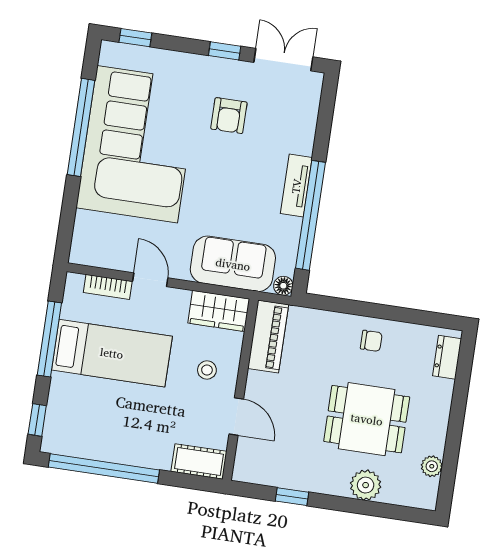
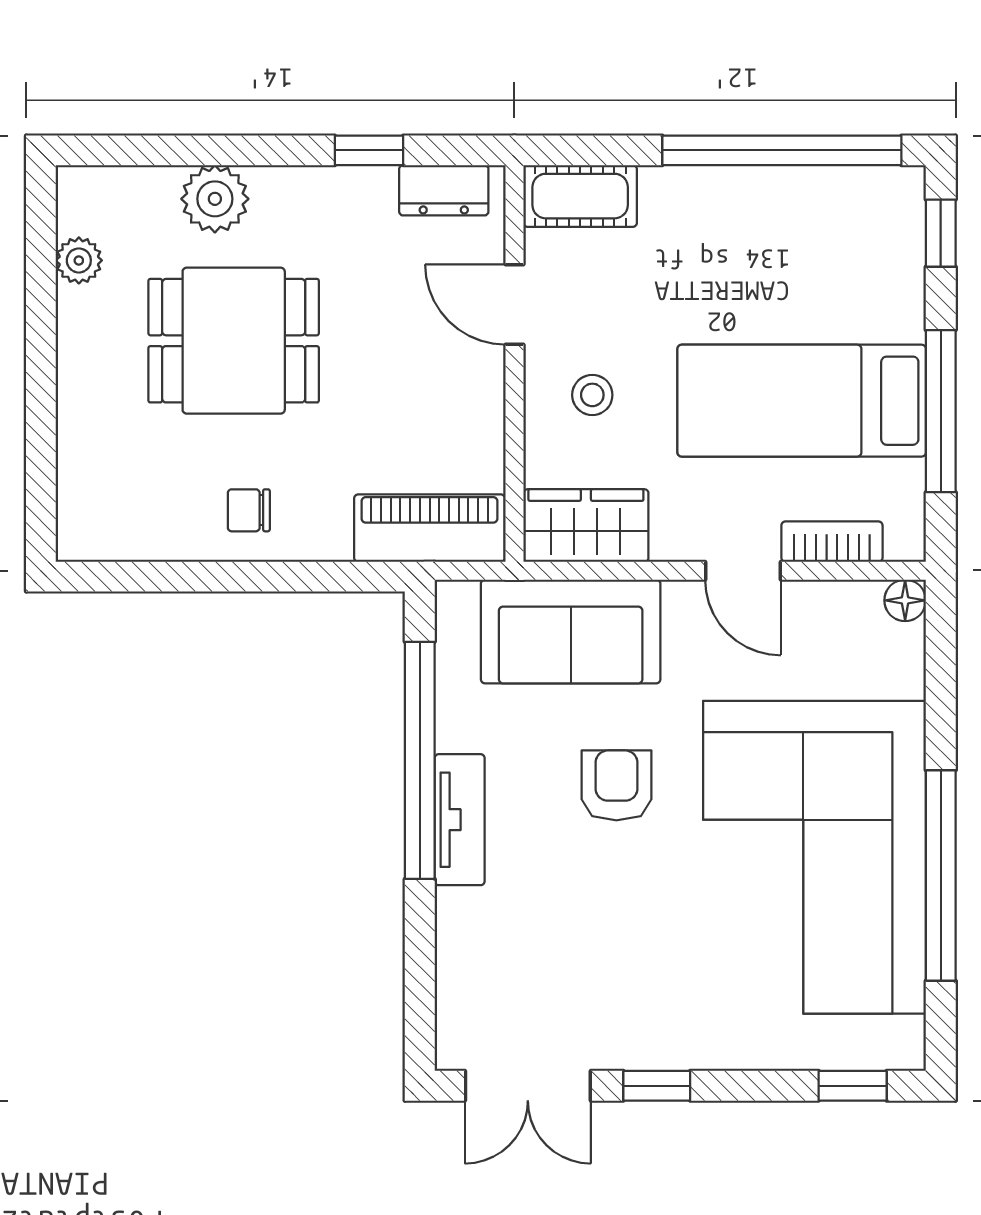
armchair: (229, 116) -> (616, 785), moved
floor lamp: (283, 286) -> (905, 600), moved
piano: (268, 337) -> (430, 528), moved, turned 90
dresser: (447, 357) -> (444, 190), moved, turned 90

